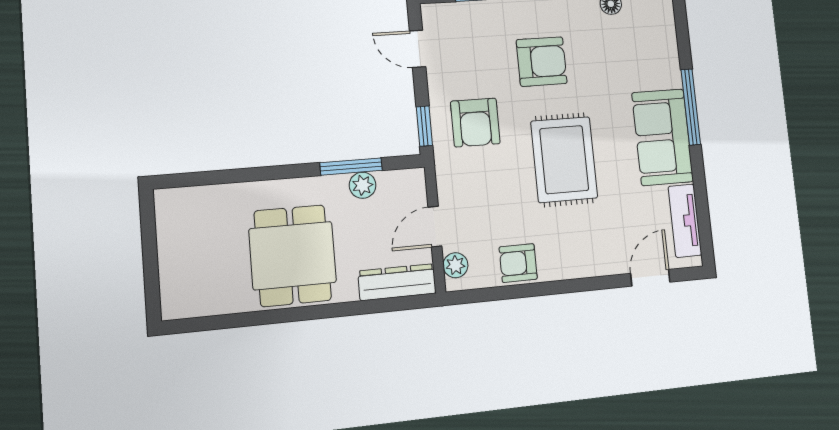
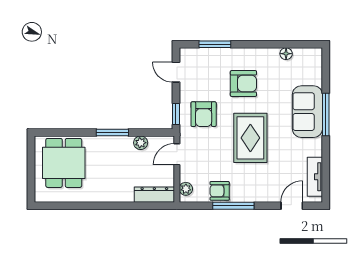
sofa: (663, 137) -> (307, 112), moved
window: (351, 167) -> (112, 133), moved
door: (435, 227) -> (177, 154), moved
dining table: (293, 256) -> (64, 163), moved
window: (546, 289) -> (233, 206), added

